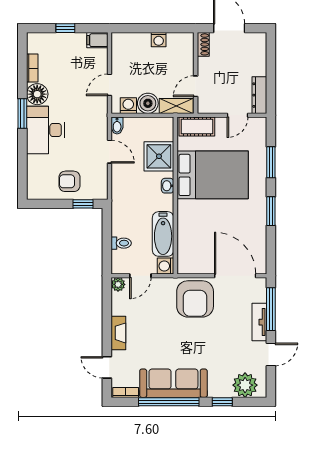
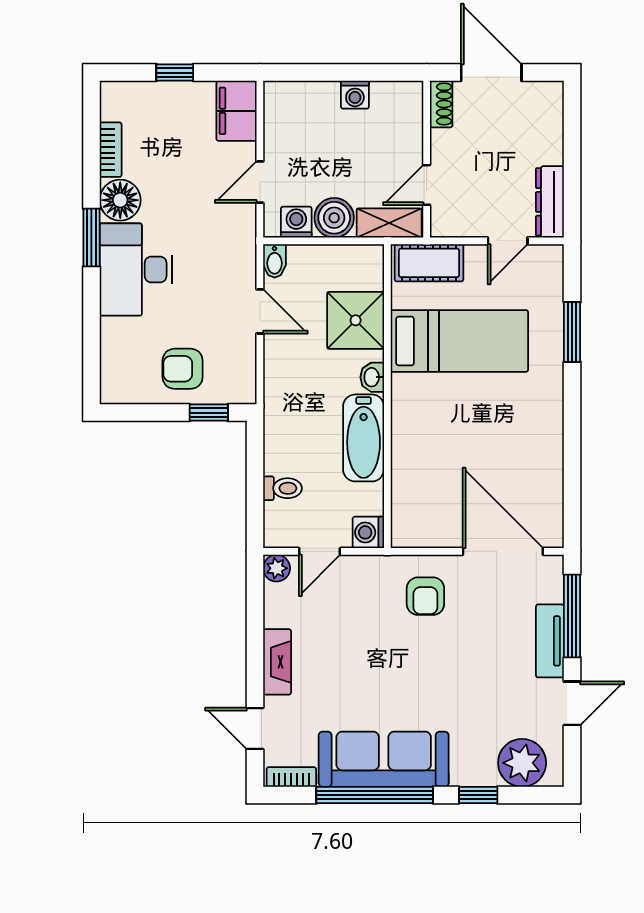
filing cabinet: (97, 40) -> (237, 111), width x2.00
bed: (213, 175) -> (459, 341), width x0.67
window: (271, 211) -> (572, 426), removed
bathtub: (163, 234) -> (364, 438), moved
armchair: (195, 299) -> (425, 596), width x0.53, depth x0.53

